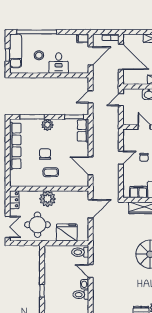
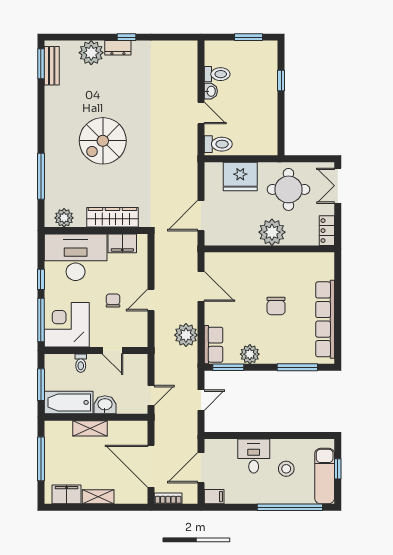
plant: (47, 125) -> (250, 354), moved
plant: (100, 136) -> (186, 335), added
coffee table: (51, 172) -> (267, 276), removed

